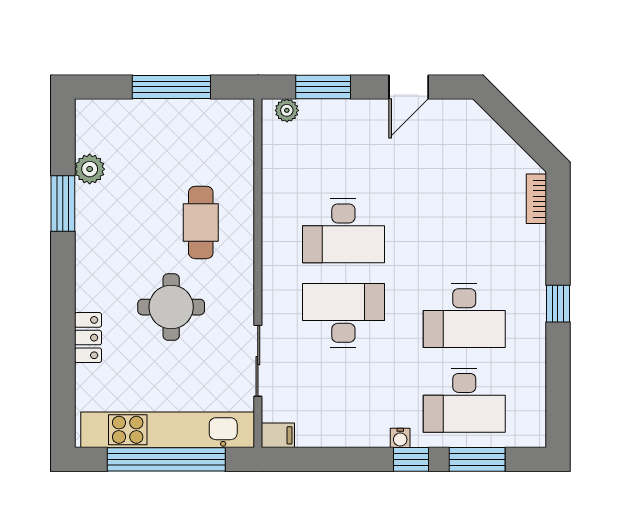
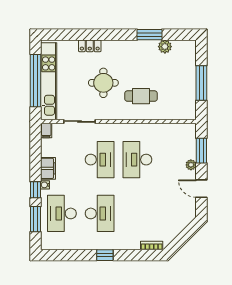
plant: (287, 110) -> (191, 165), moved
desk: (464, 316) -> (100, 213), turned 180
filing cabinet: (363, 431) -> (48, 168), added

